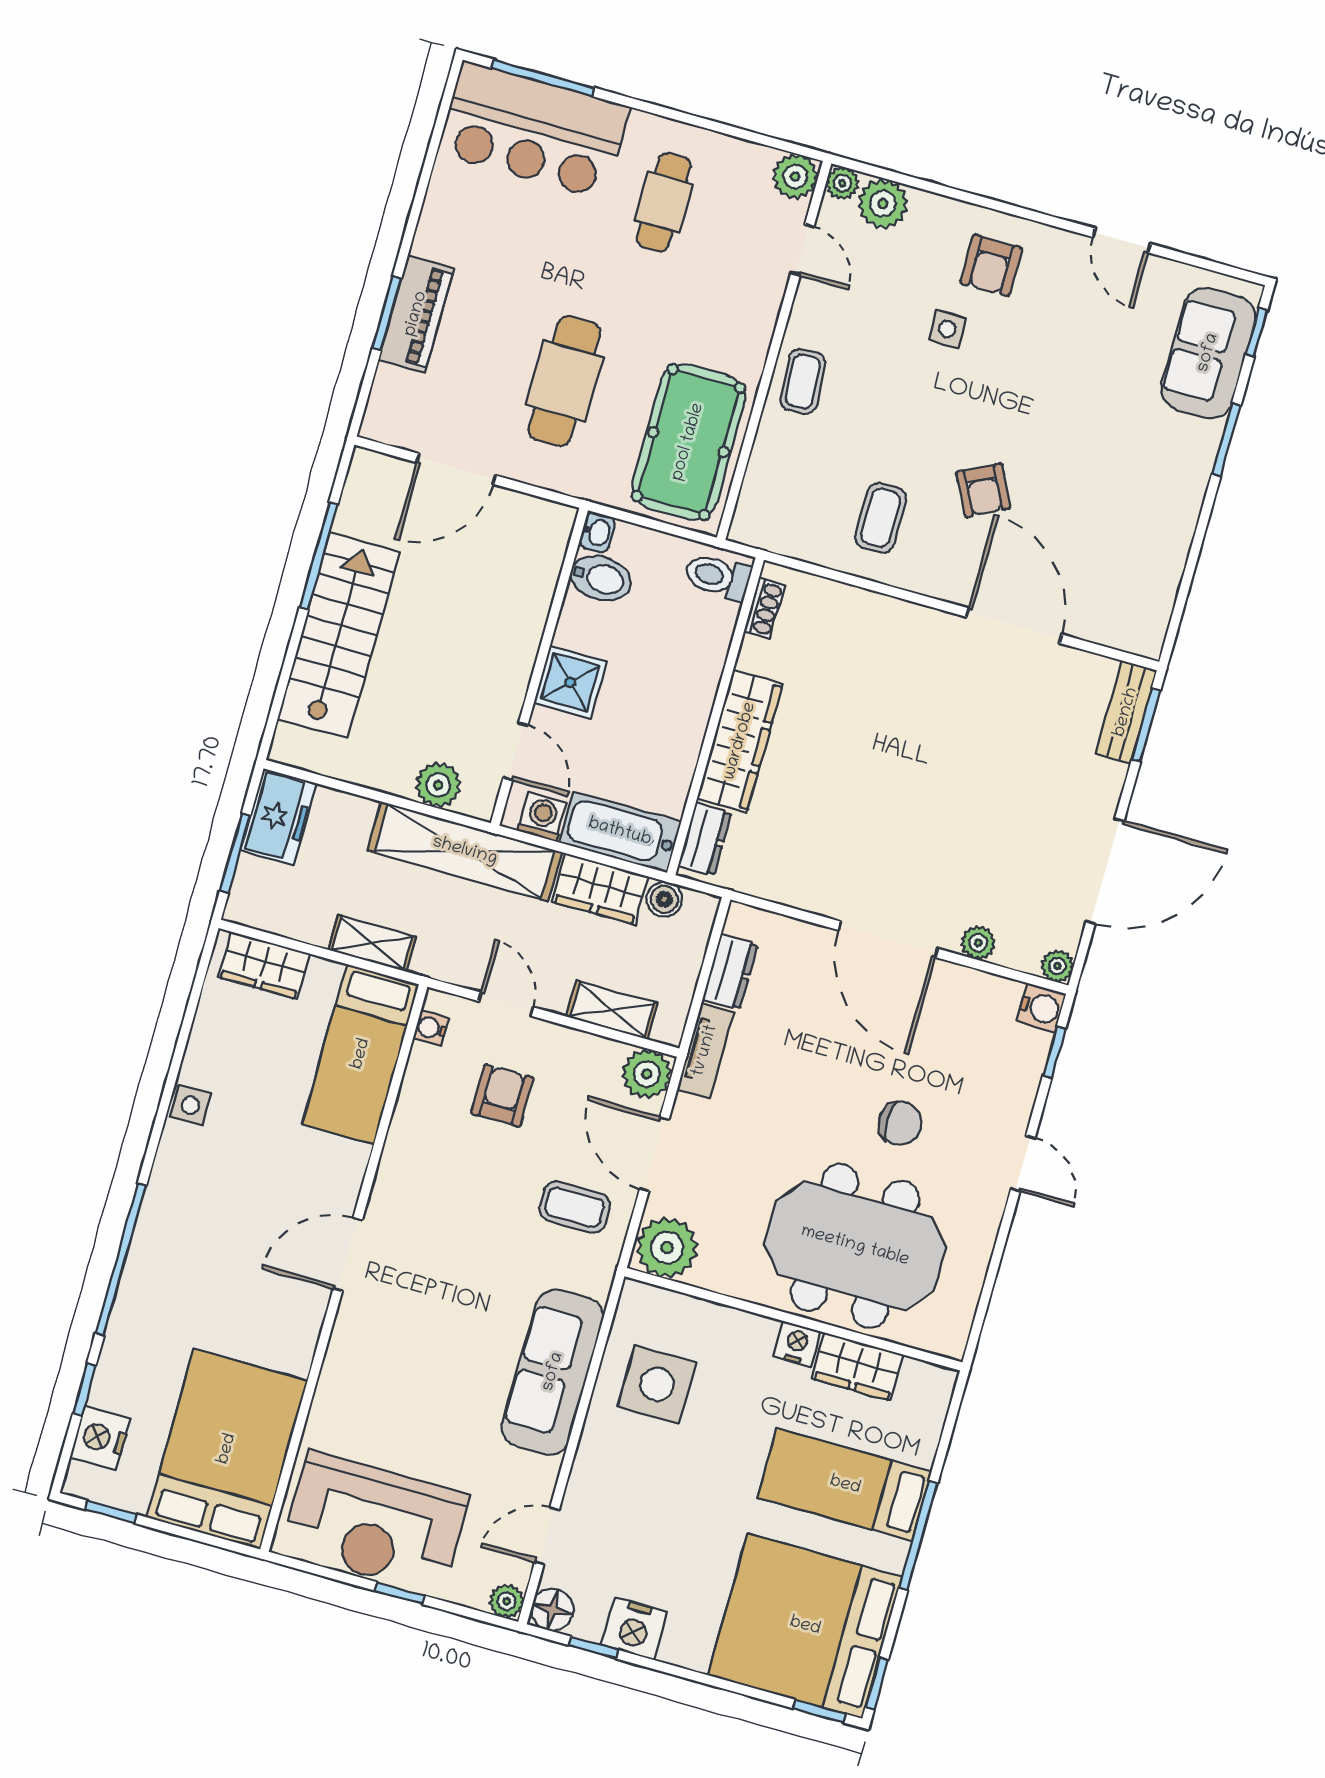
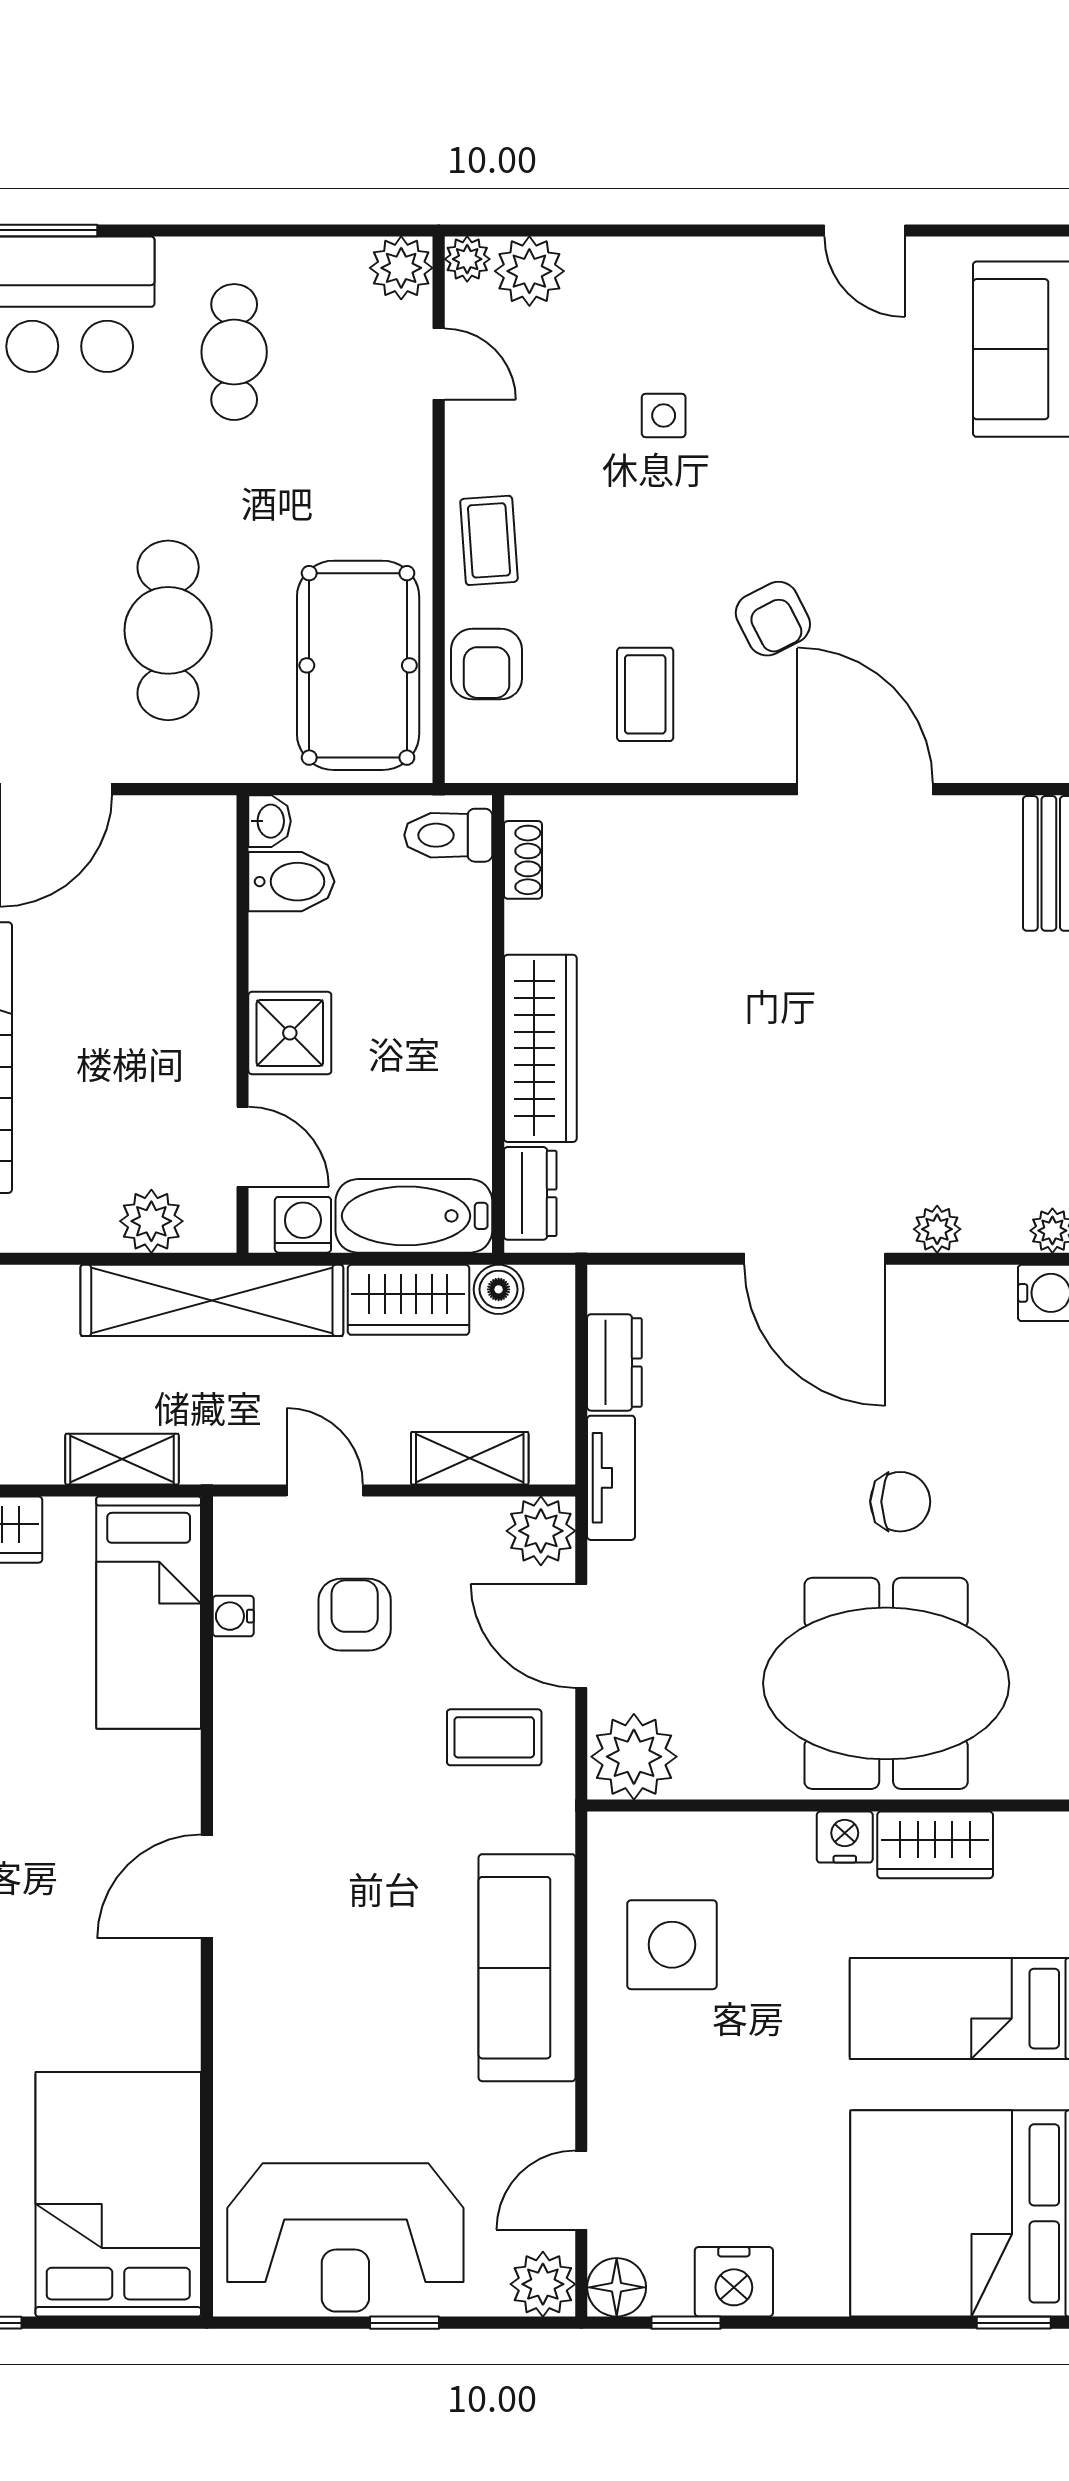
armchair: (991, 265) -> (487, 664), moved
water cooler: (431, 1028) -> (233, 1616), moved
plant: (507, 1601) -> (543, 2284), width x1.38, depth x1.38

